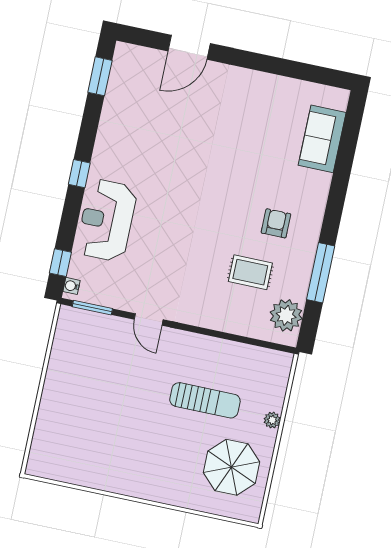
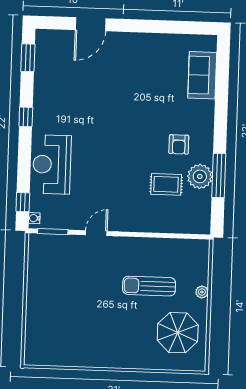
window: (79, 174) -> (26, 117), moved
armchair: (276, 223) -> (179, 144), turned 180
plant: (286, 315) -> (200, 176), moved
door: (149, 320) -> (96, 233), swing flipped
sun lounger: (205, 400) -> (149, 286), turned 180

